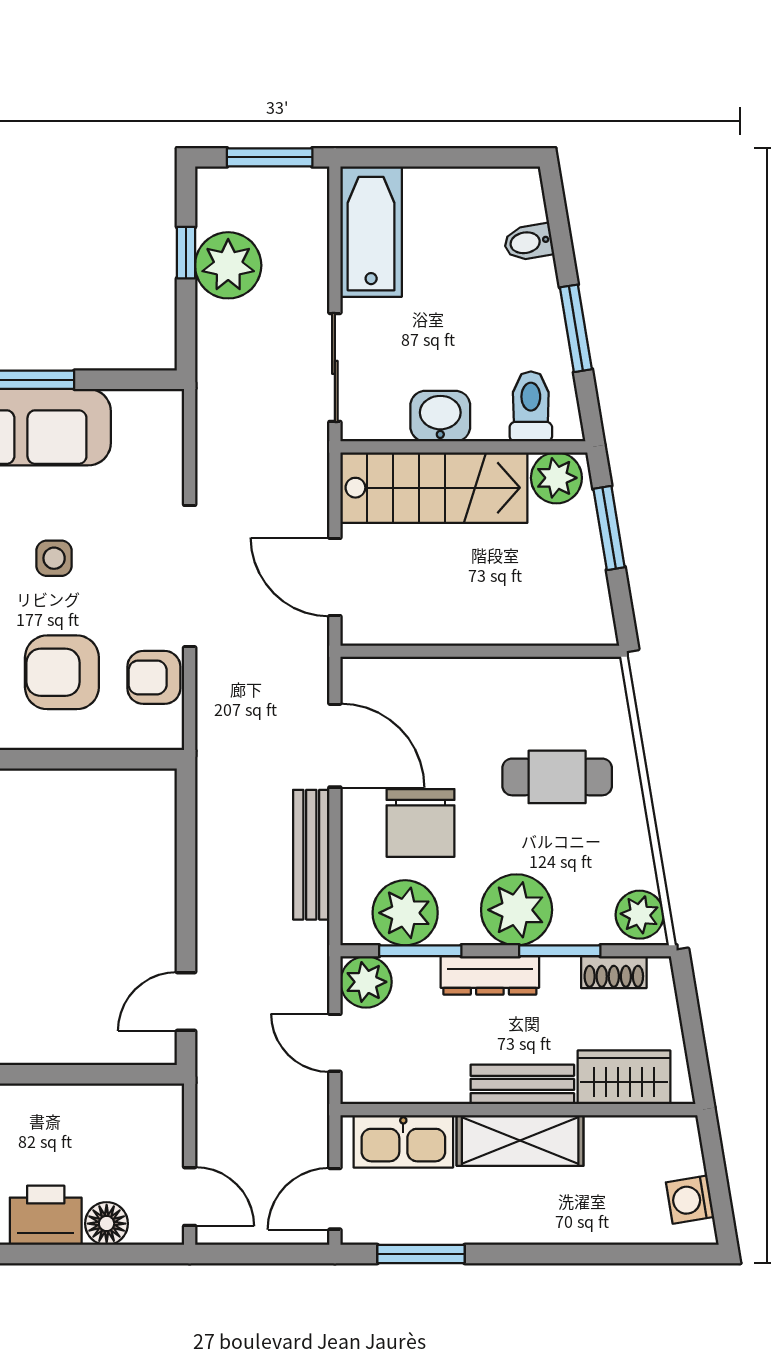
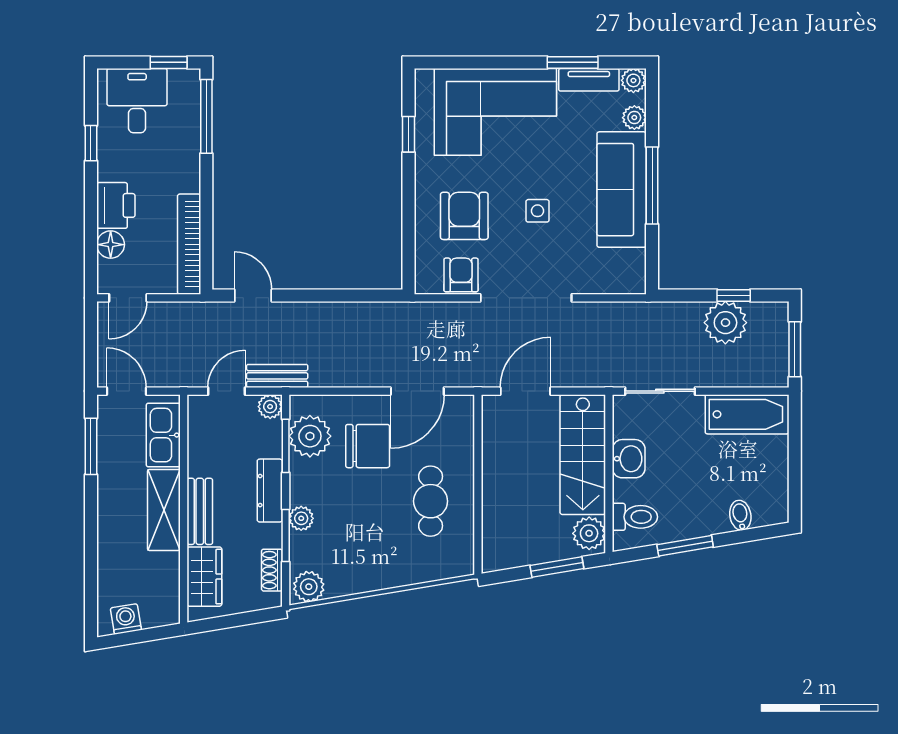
cafe table: (557, 777) -> (431, 501), moved
chair: (420, 823) -> (368, 446), turned 180
bench: (311, 855) -> (277, 376), moved, width x0.73
plant: (517, 910) -> (301, 518), width x0.53, depth x0.53
plant: (366, 982) -> (270, 407), width x0.73, depth x0.73
bookcase: (106, 1101) -> (189, 244), added

